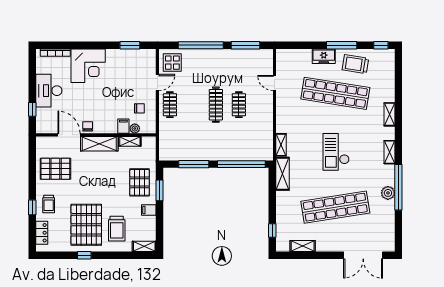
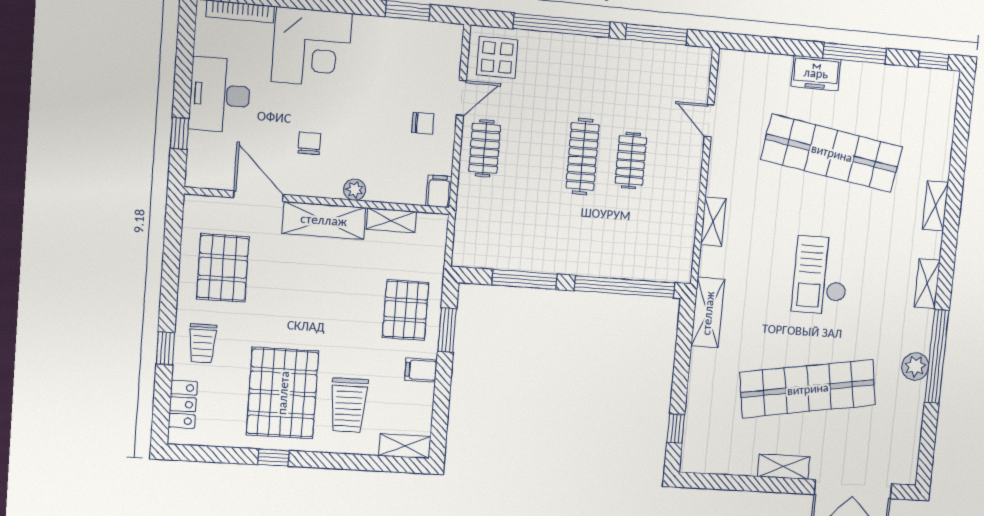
trolley: (355, 64) -> (879, 96), removed
chair: (139, 108) -> (423, 123), moved
chair: (88, 126) -> (309, 143), moved
filing cabinet: (123, 126) -> (439, 191), moved
plant: (135, 129) -> (355, 190), moved
shelving: (281, 145) -> (713, 222), moved
pallet: (55, 169) -> (223, 268), turned 90
shelving: (303, 246) -> (784, 467), moved

